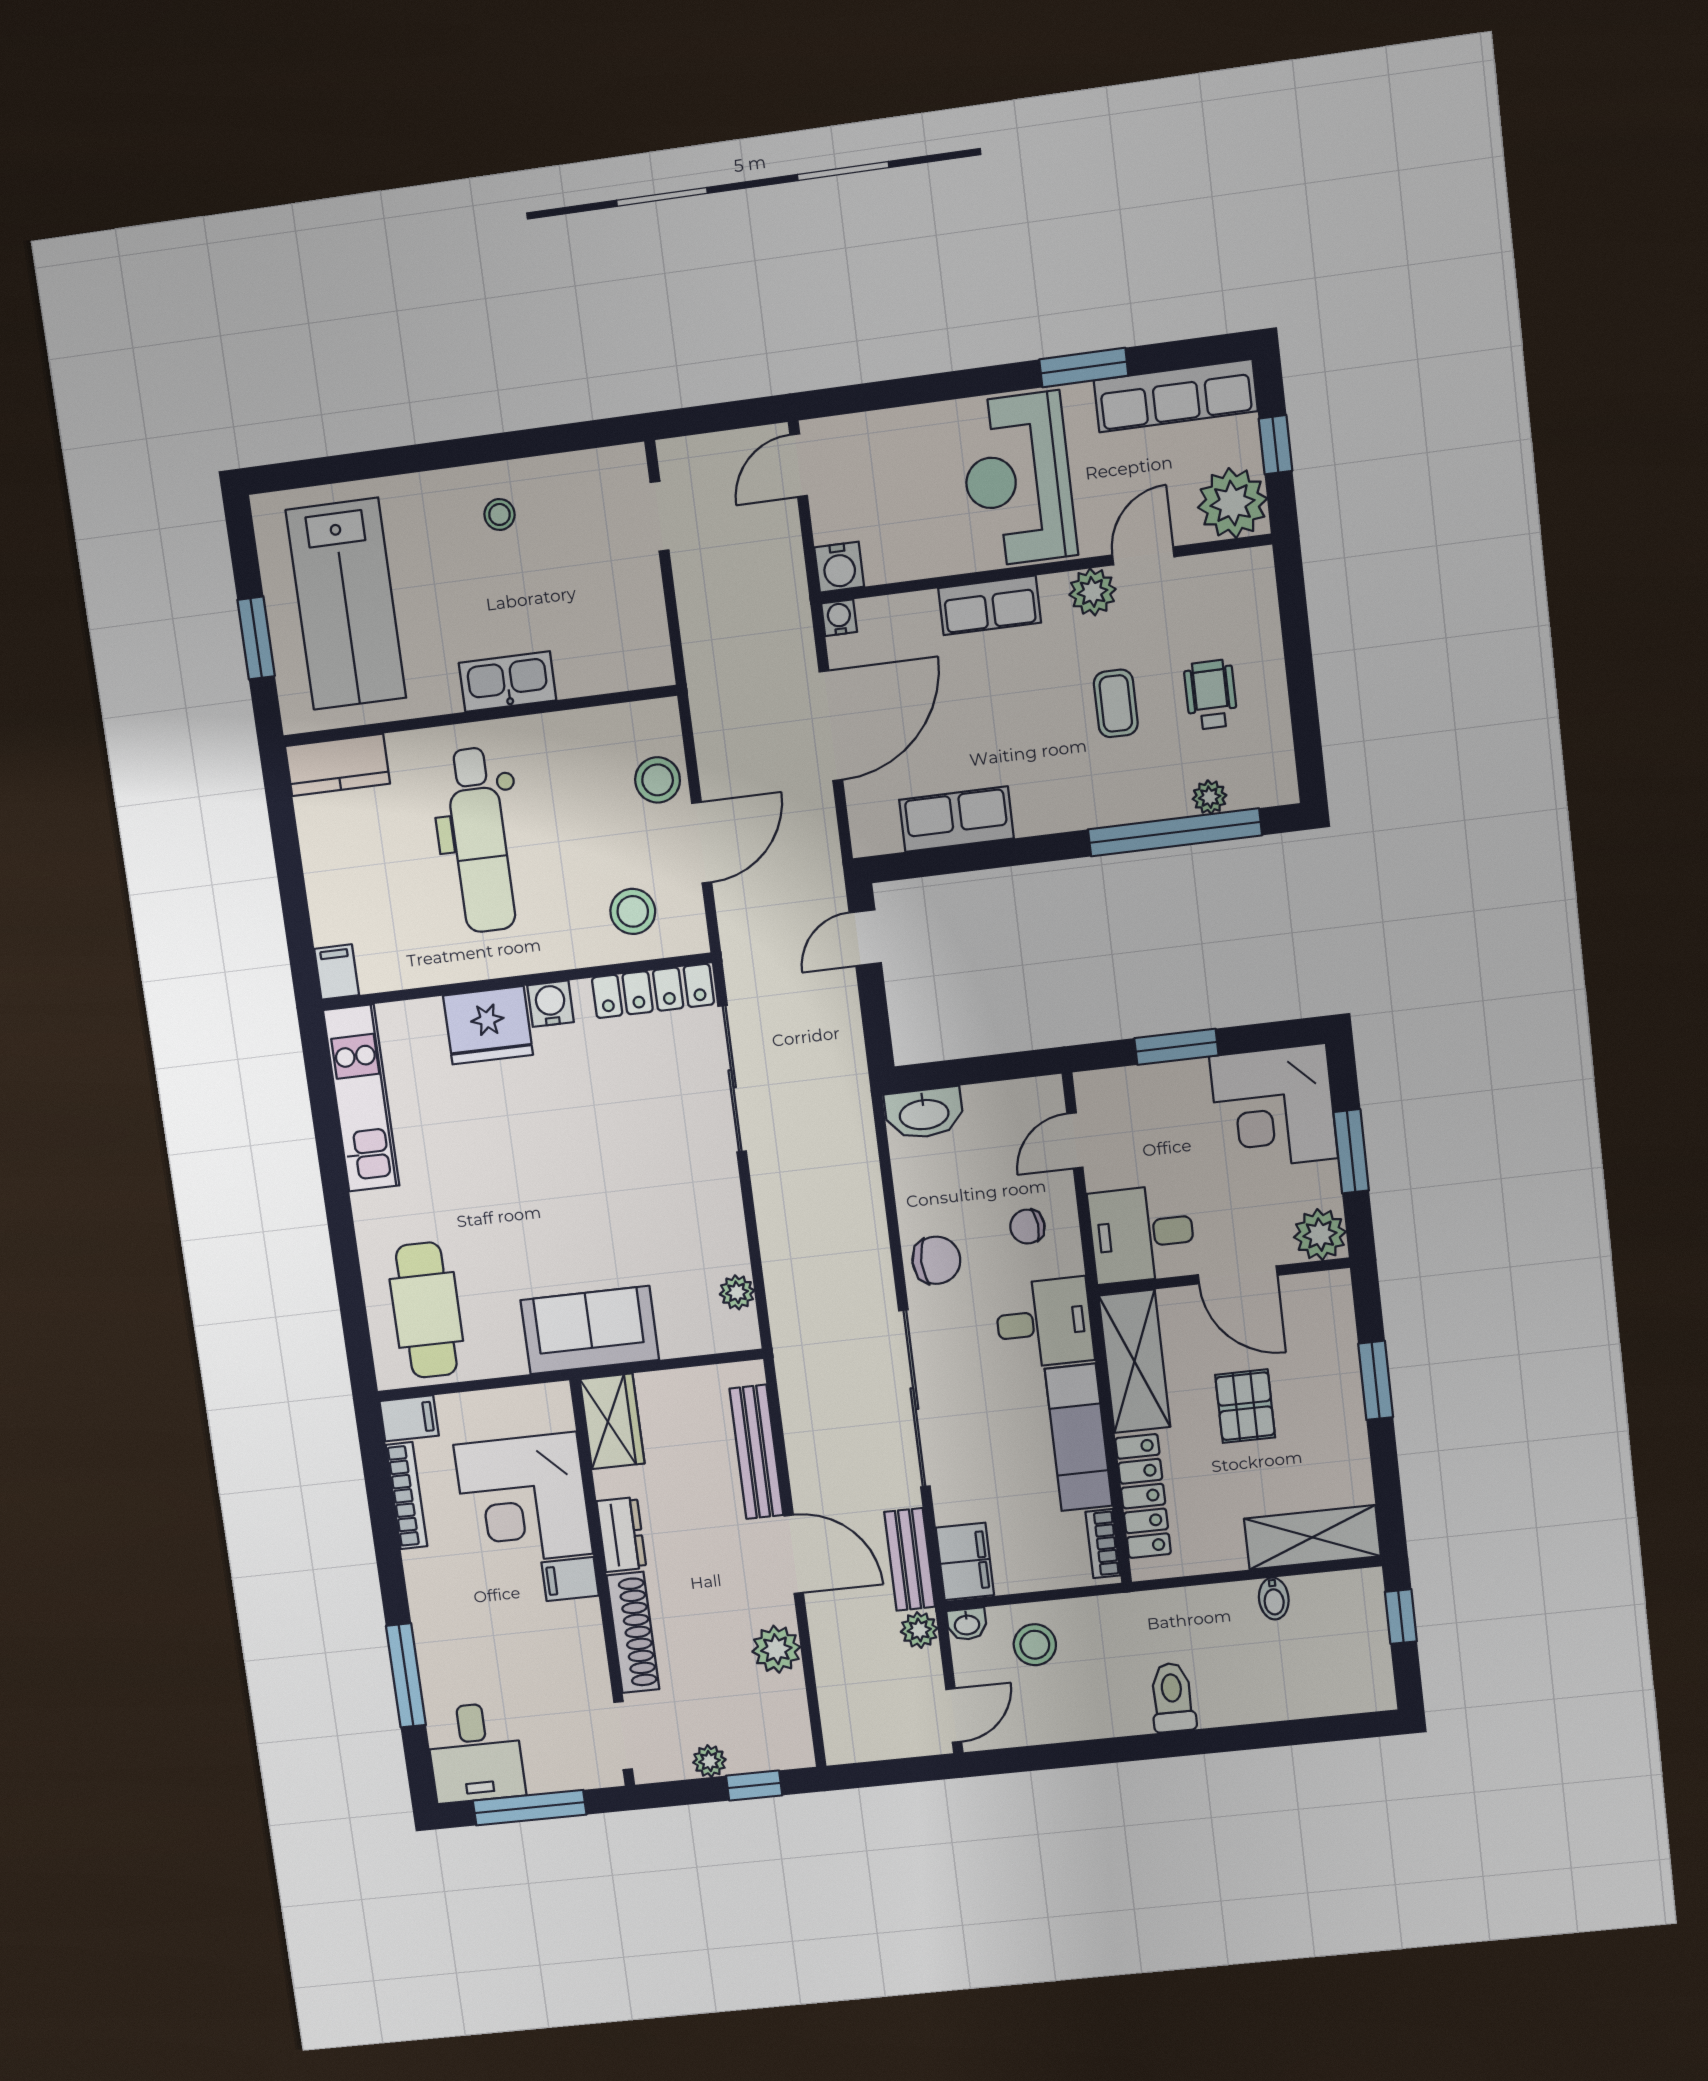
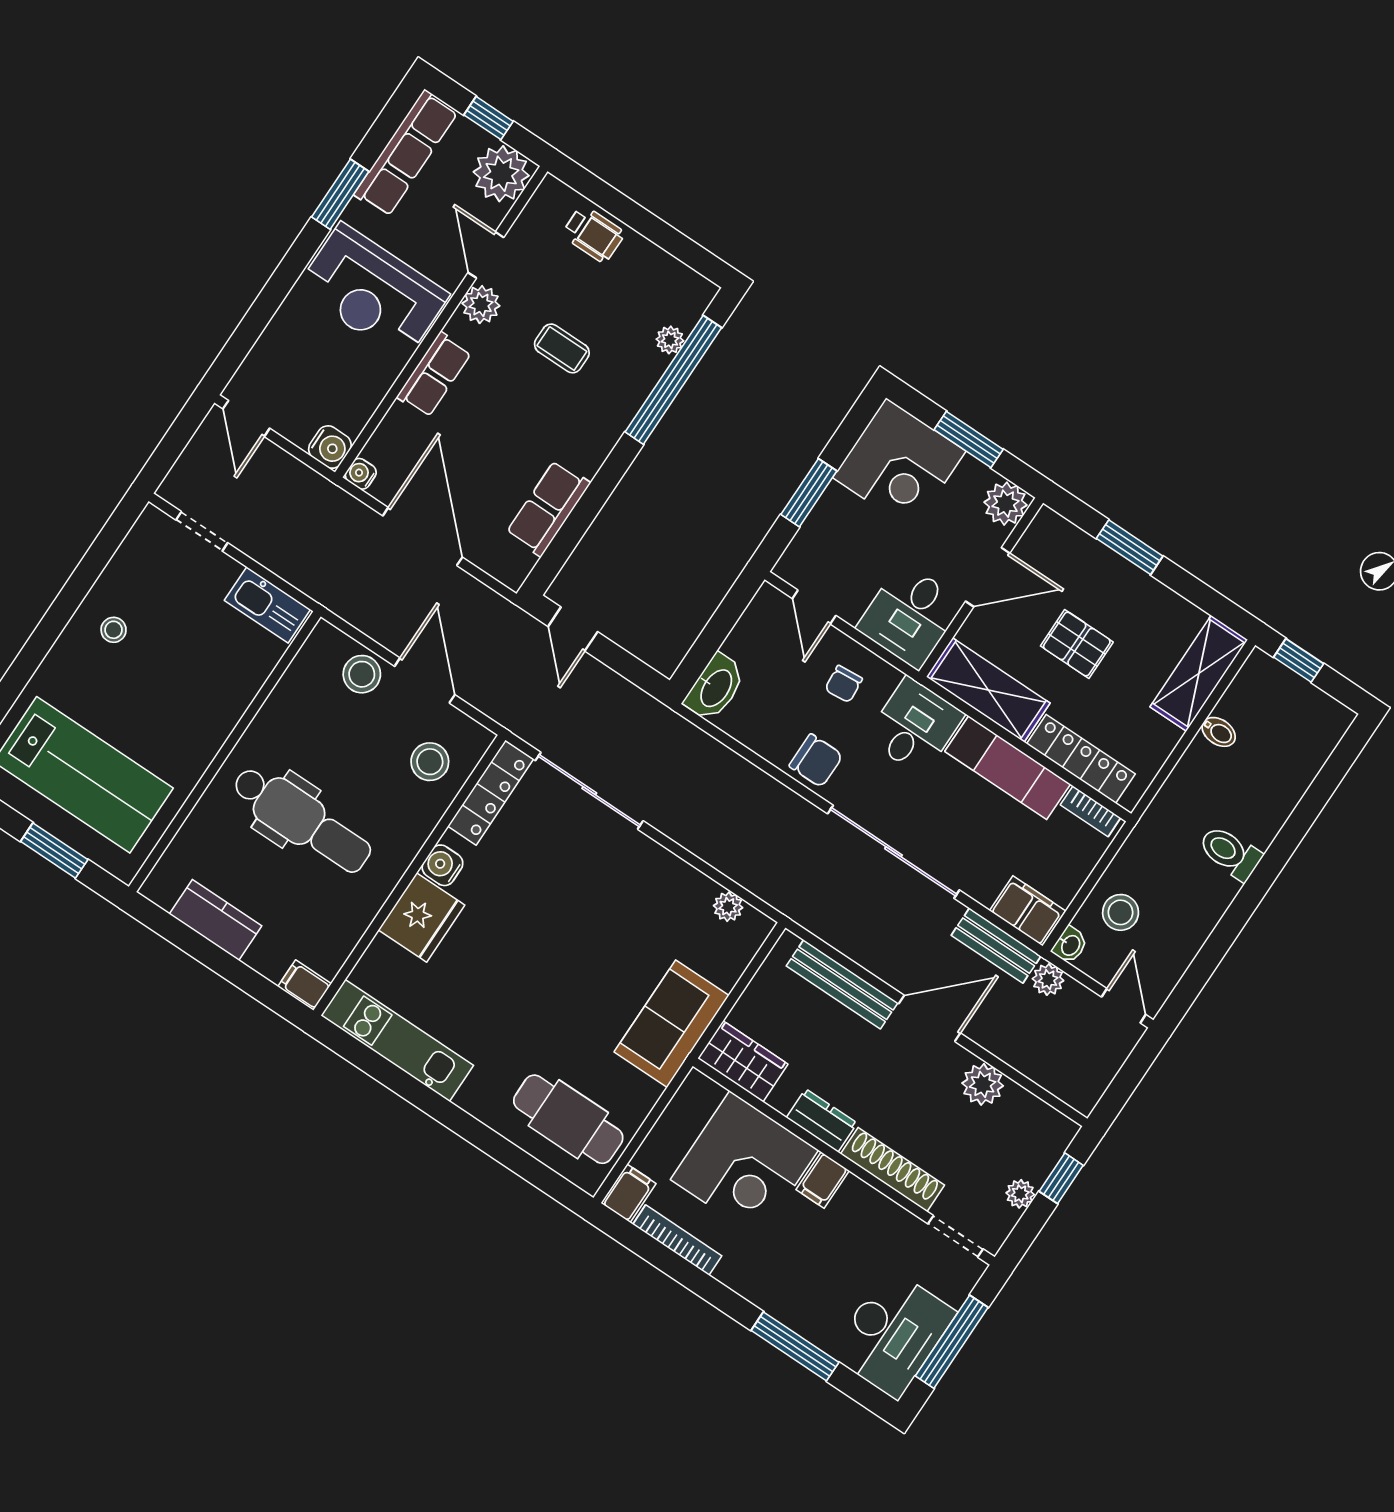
kitchen sink: (508, 682) -> (267, 605), moved, turned -90
wheelchair: (1211, 695) -> (593, 234), moved, turned 180
kitchen counter: (337, 765) -> (216, 920), moved, turned -90
chair: (936, 1260) -> (816, 761), turned 90
desk: (475, 1753) -> (893, 1333), width x1.37

